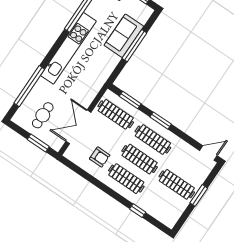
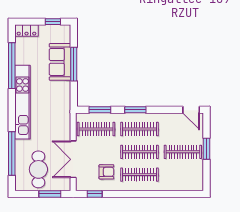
cafe table: (43, 115) -> (38, 169), width x1.37, depth x1.35
door: (208, 153) -> (191, 110), swing flipped
window: (138, 211) -> (95, 194), moved

